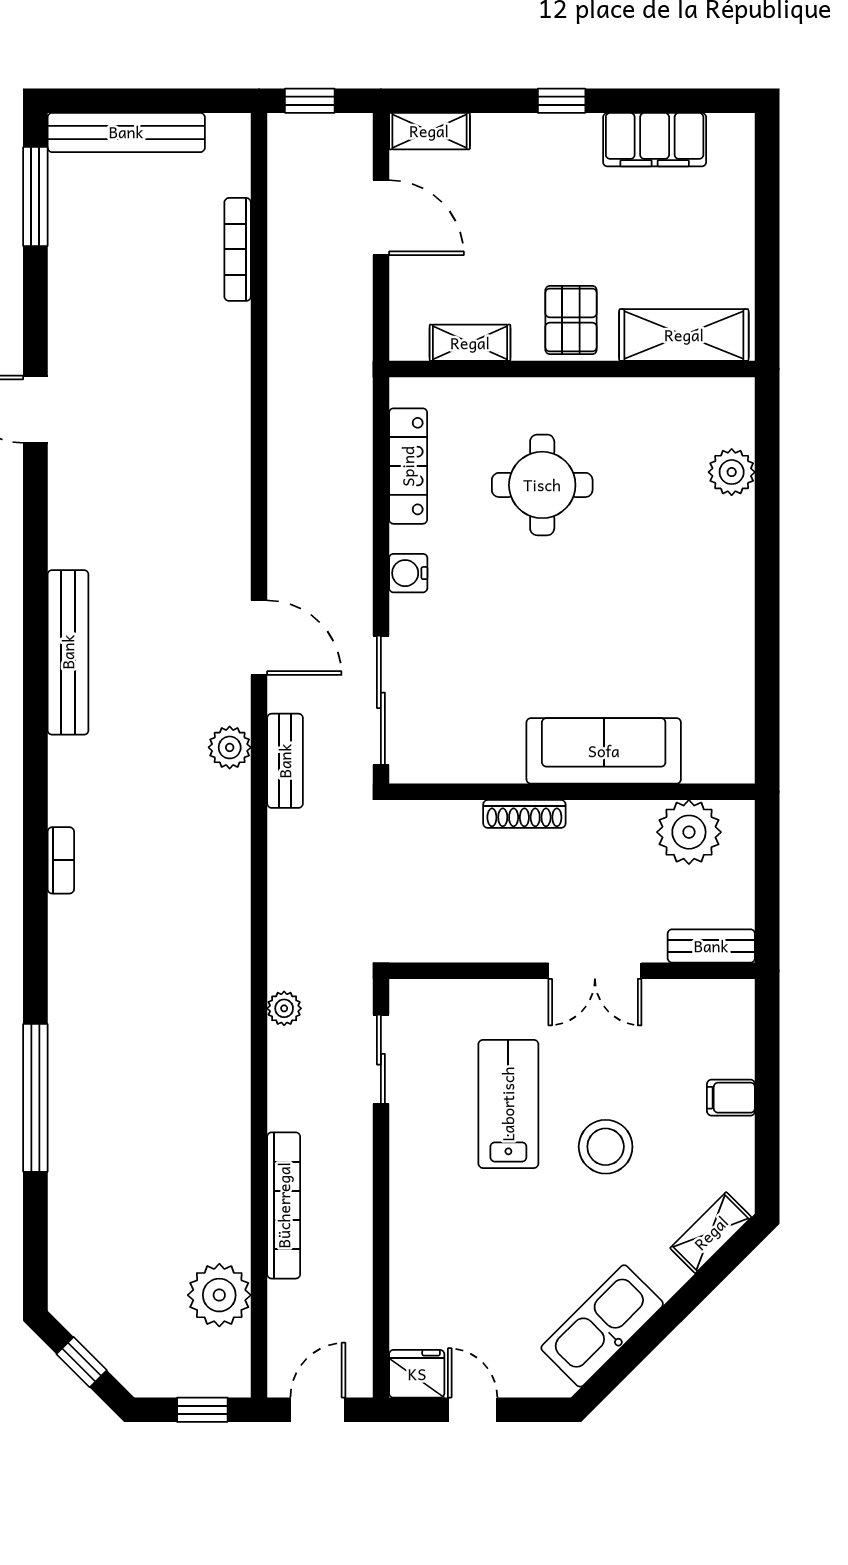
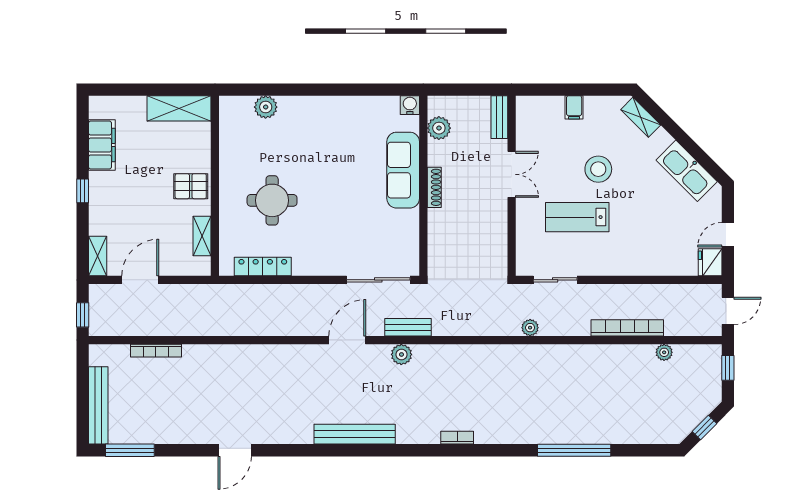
shelving: (684, 335) -> (179, 108), moved, turned 90
water cooler: (408, 573) -> (410, 105), moved, turned 180
shoe rack: (524, 814) -> (434, 187), moved
plant: (689, 832) -> (439, 128), width x0.73, depth x0.73
plant: (219, 1295) -> (664, 352), width x0.53, depth x0.53
door: (318, 1410) -> (728, 311), swing flipped

